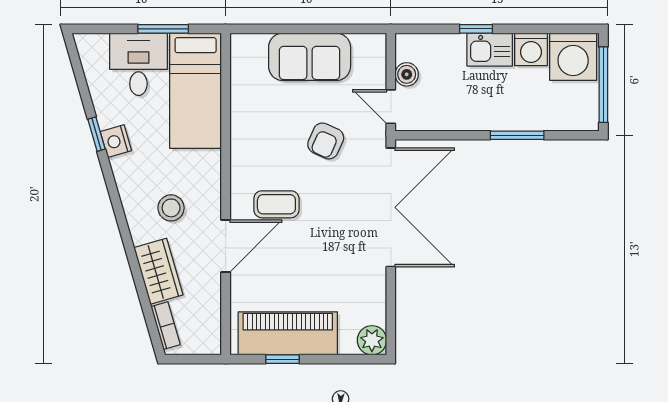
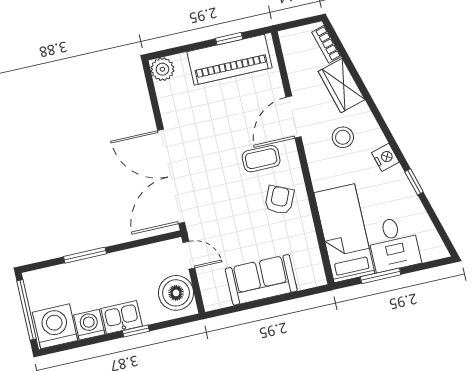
boiler: (407, 74) -> (176, 293), width x1.86, depth x1.86
nightstand: (116, 141) -> (385, 157), moved
armchair: (326, 141) -> (279, 200), moved

